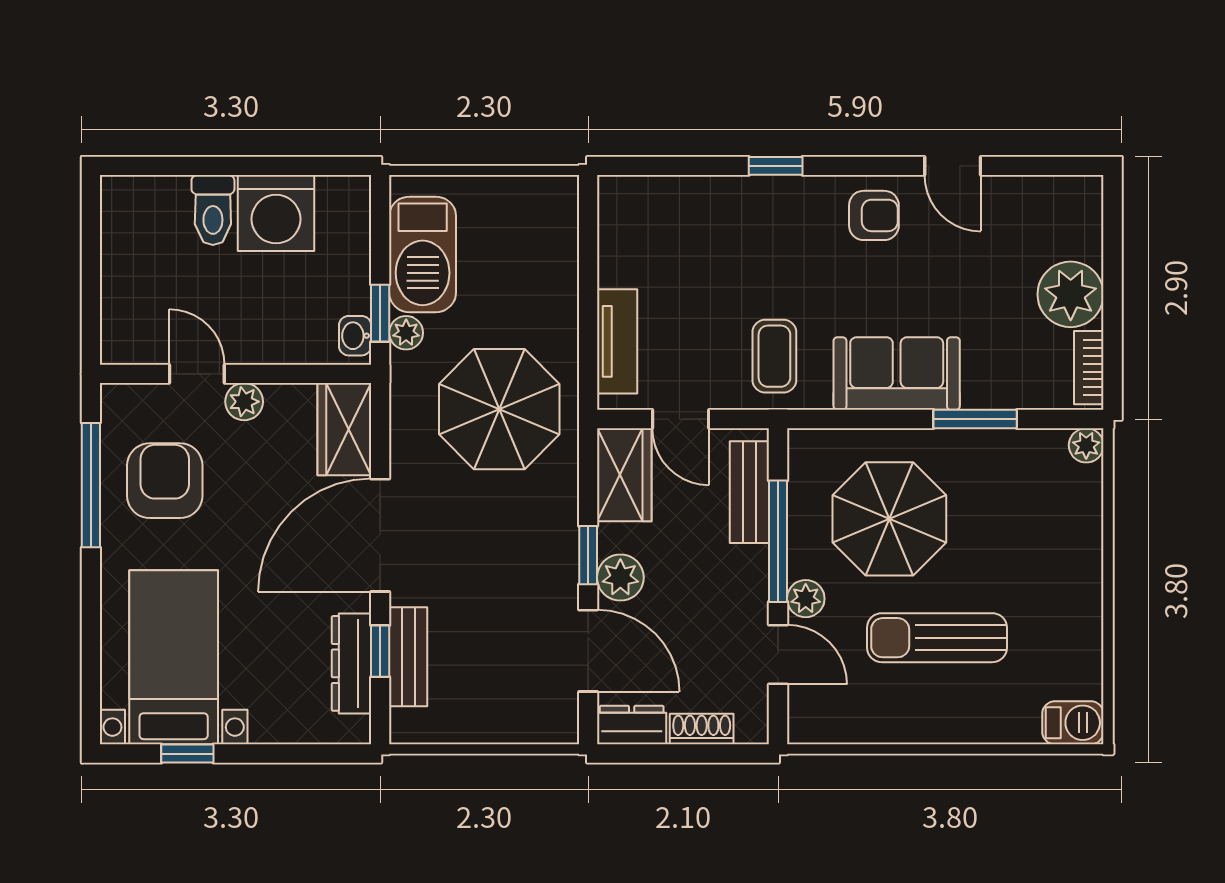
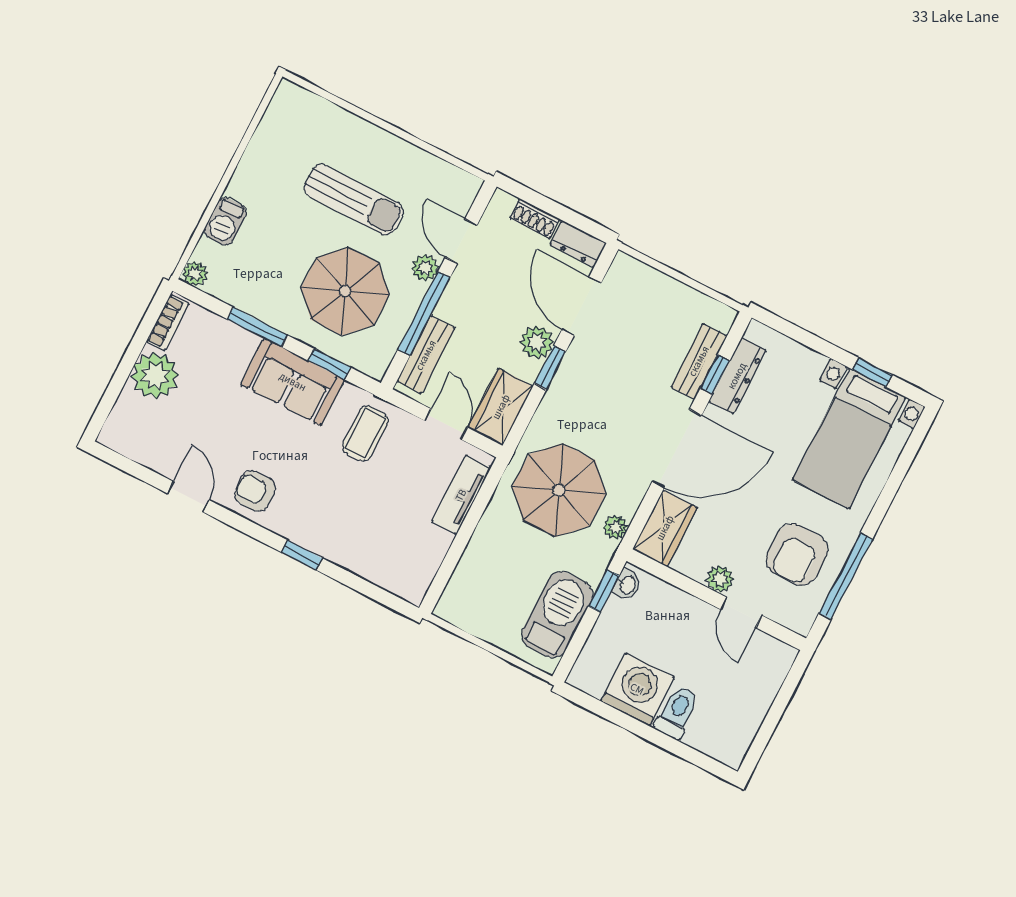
plant: (406, 333) -> (615, 527), moved
window: (863, 419) -> (329, 364), added
barbecue: (1073, 723) -> (225, 221), moved, turned -90

